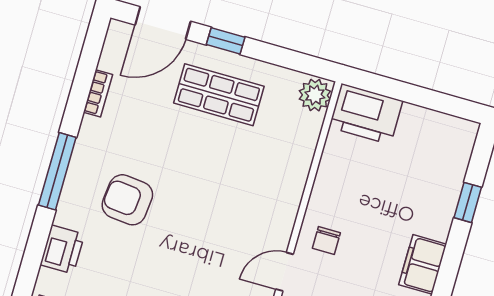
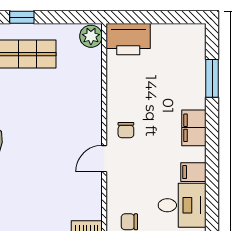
window: (468, 202) -> (212, 78), width x1.50

